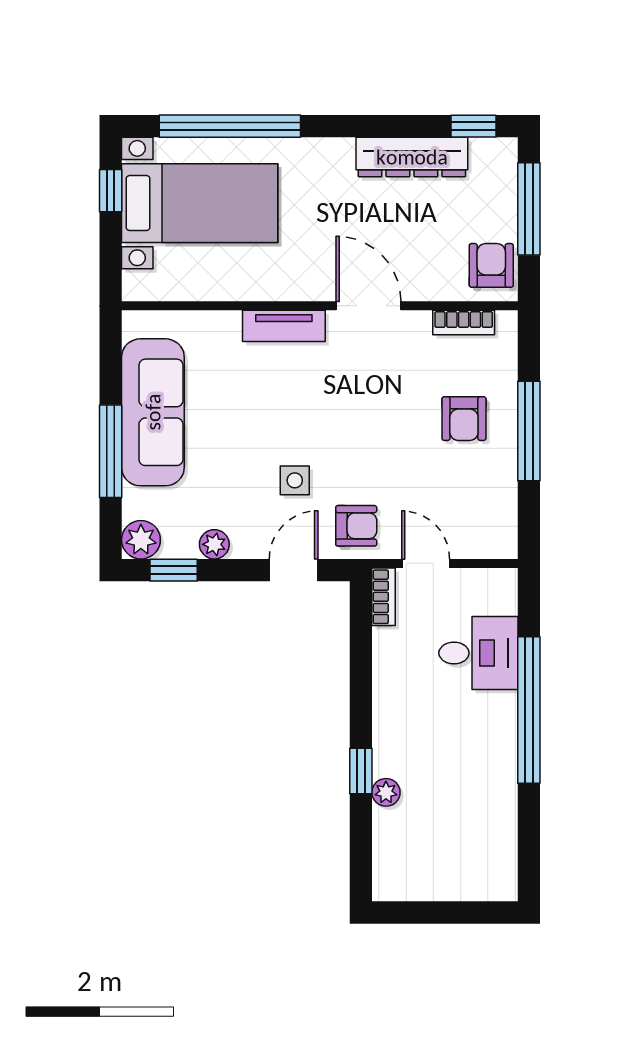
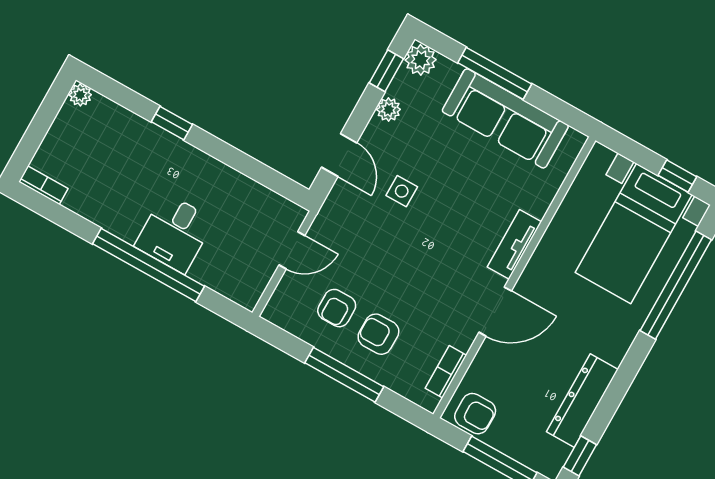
armchair: (356, 526) -> (337, 308), moved
bookcase: (384, 597) -> (43, 185), moved, turned 180
desk: (478, 653) -> (175, 233), moved
plant: (386, 792) -> (80, 95), moved

